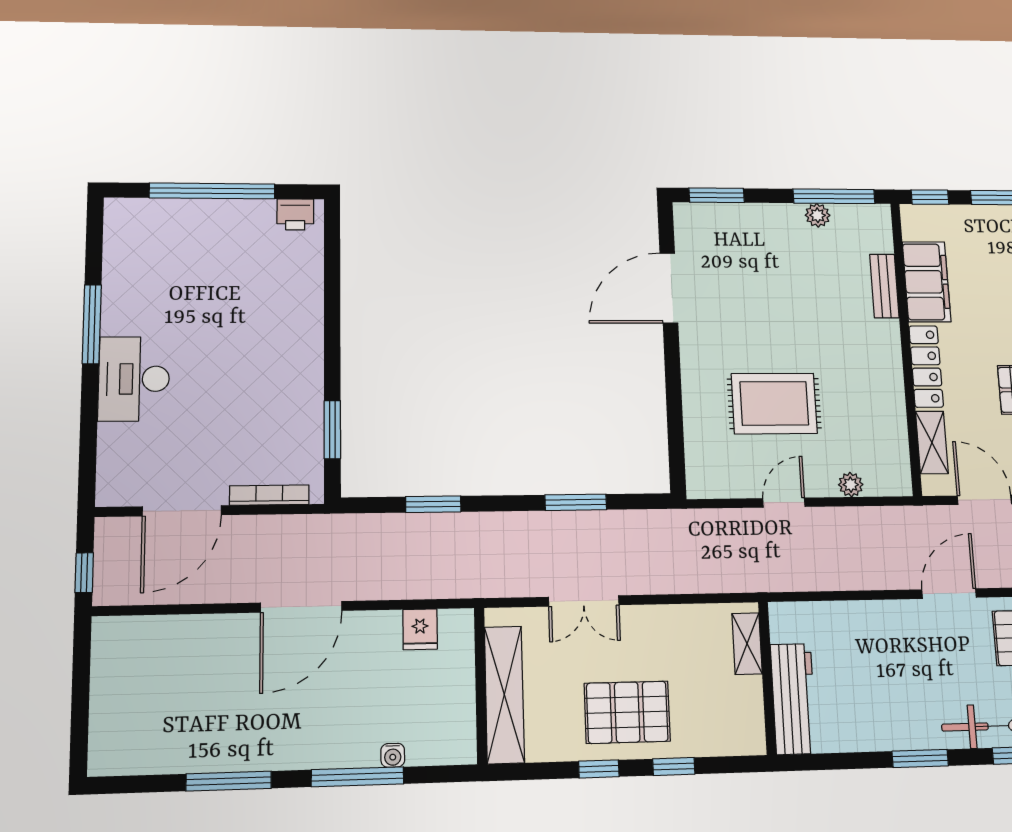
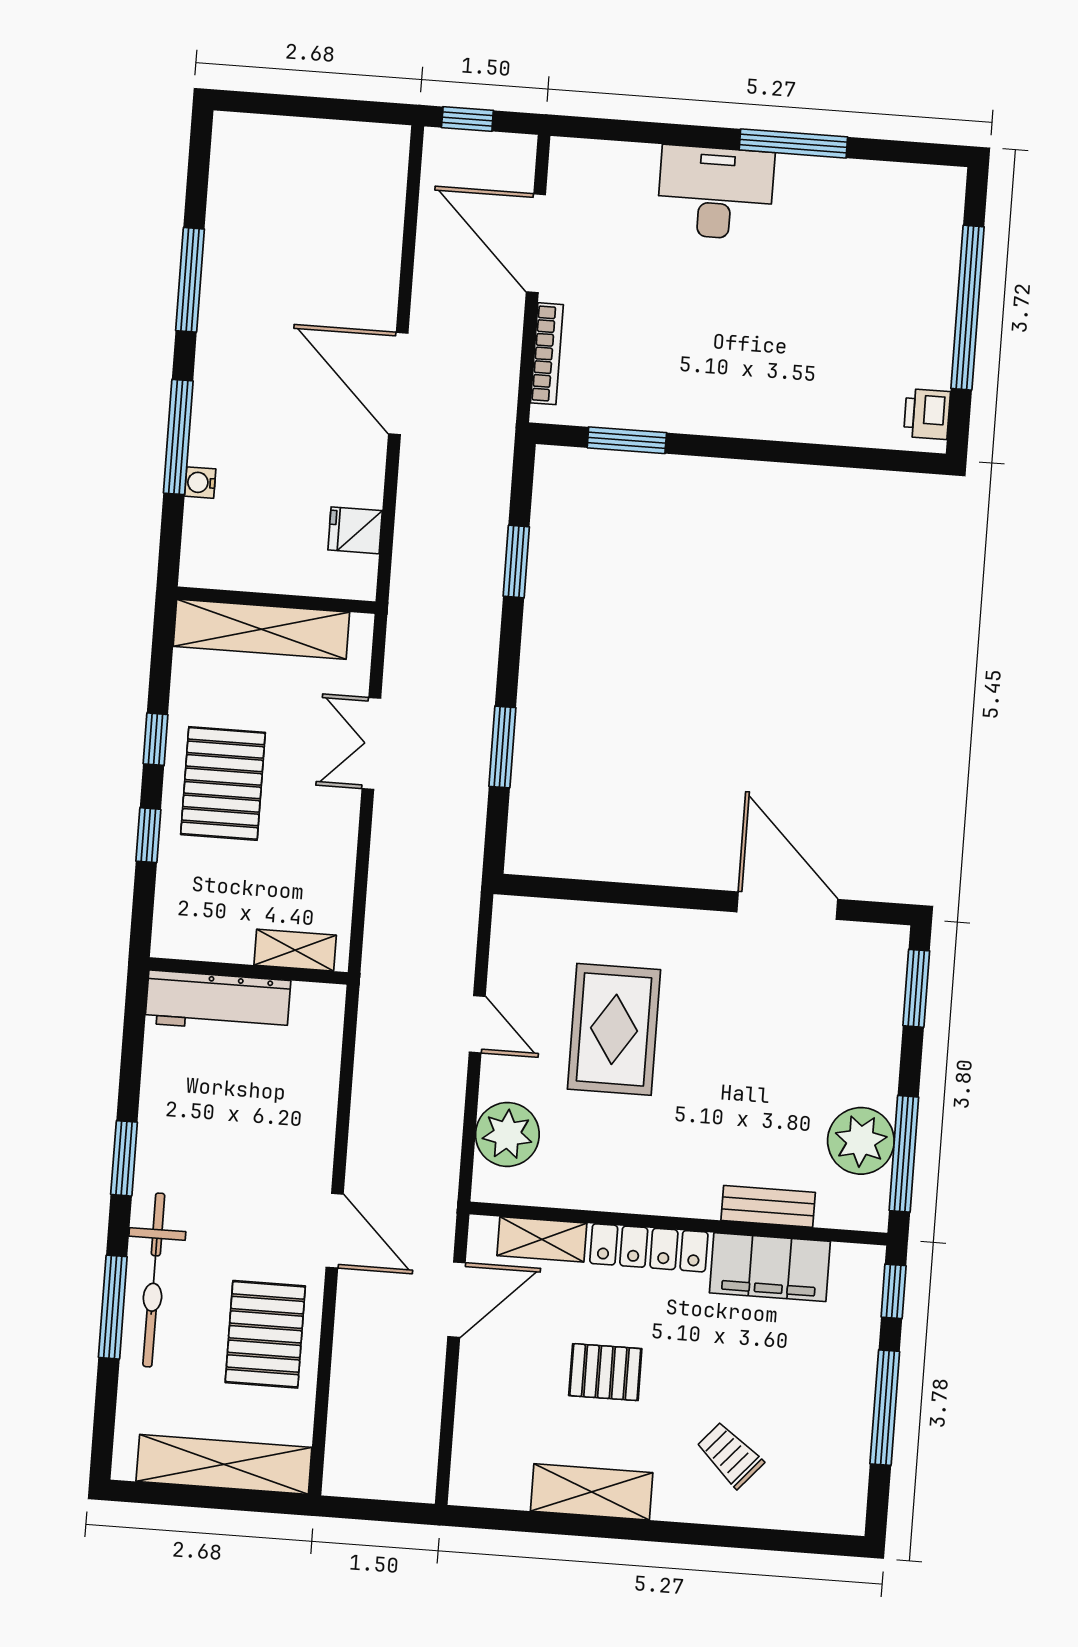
plant: (818, 215) -> (861, 1141), width x1.87, depth x1.87
plant: (851, 485) -> (507, 1134), width x1.88, depth x1.88

